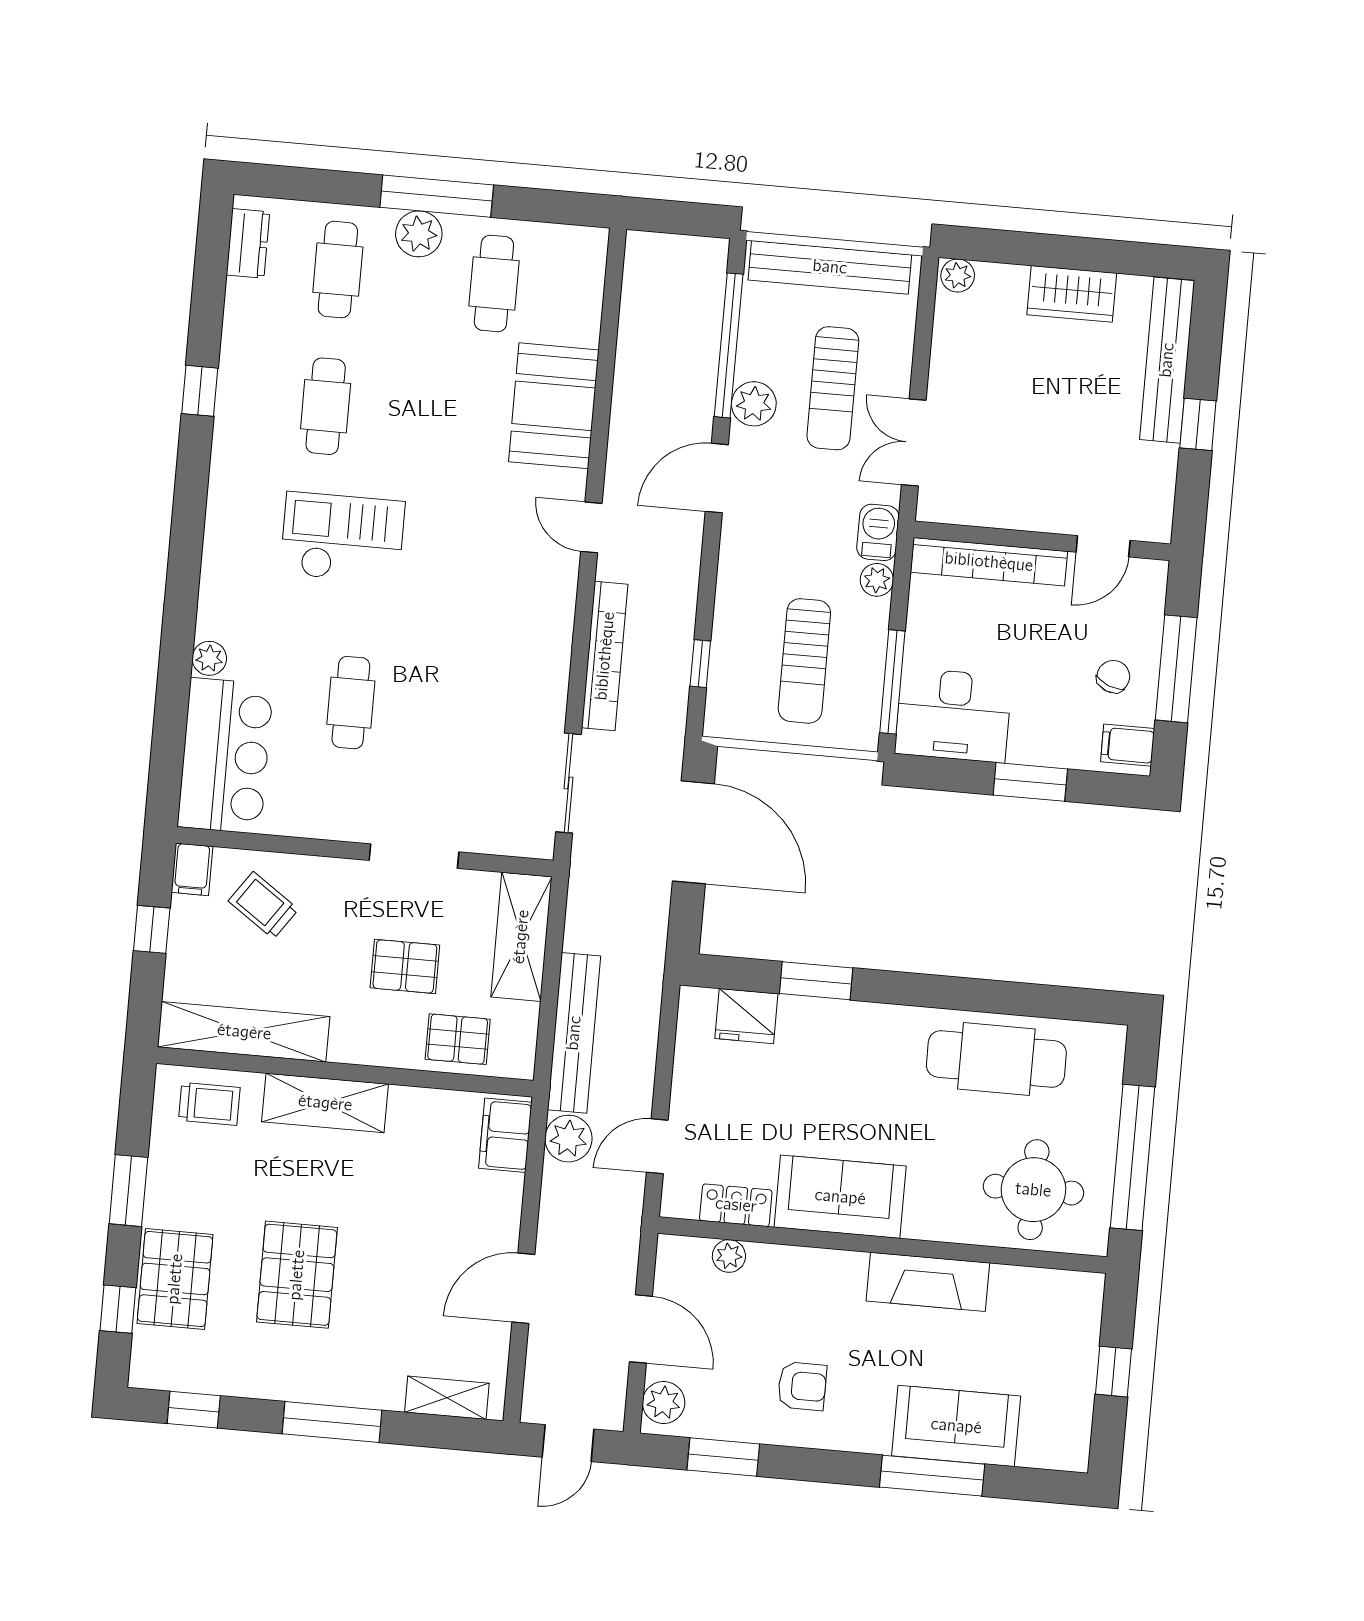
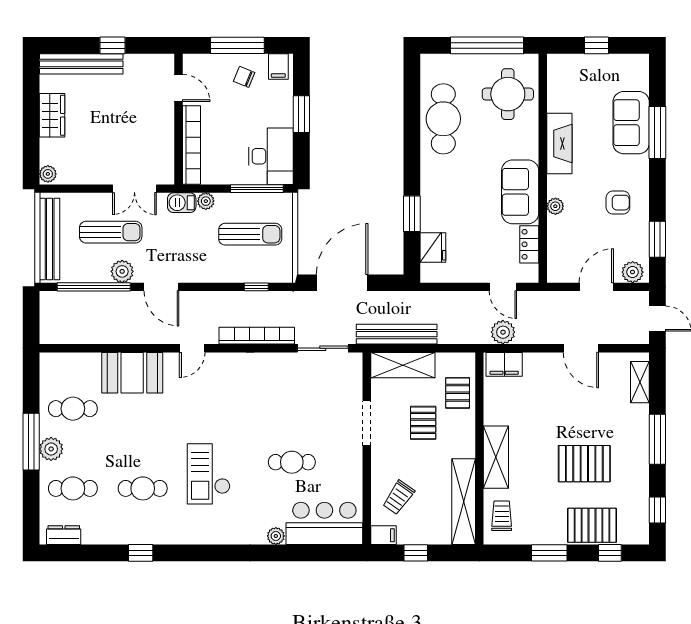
bench: (574, 1033) -> (397, 334), moved
plant: (729, 1256) -> (555, 206), moved
armchair: (802, 1386) -> (618, 203), turned 90

